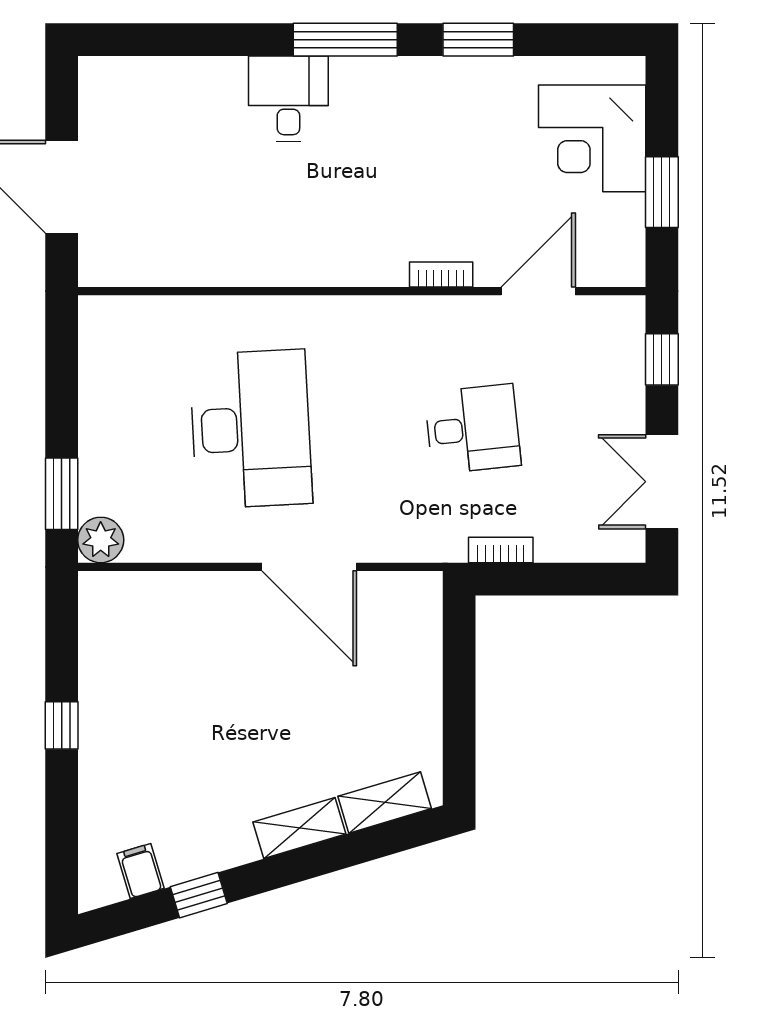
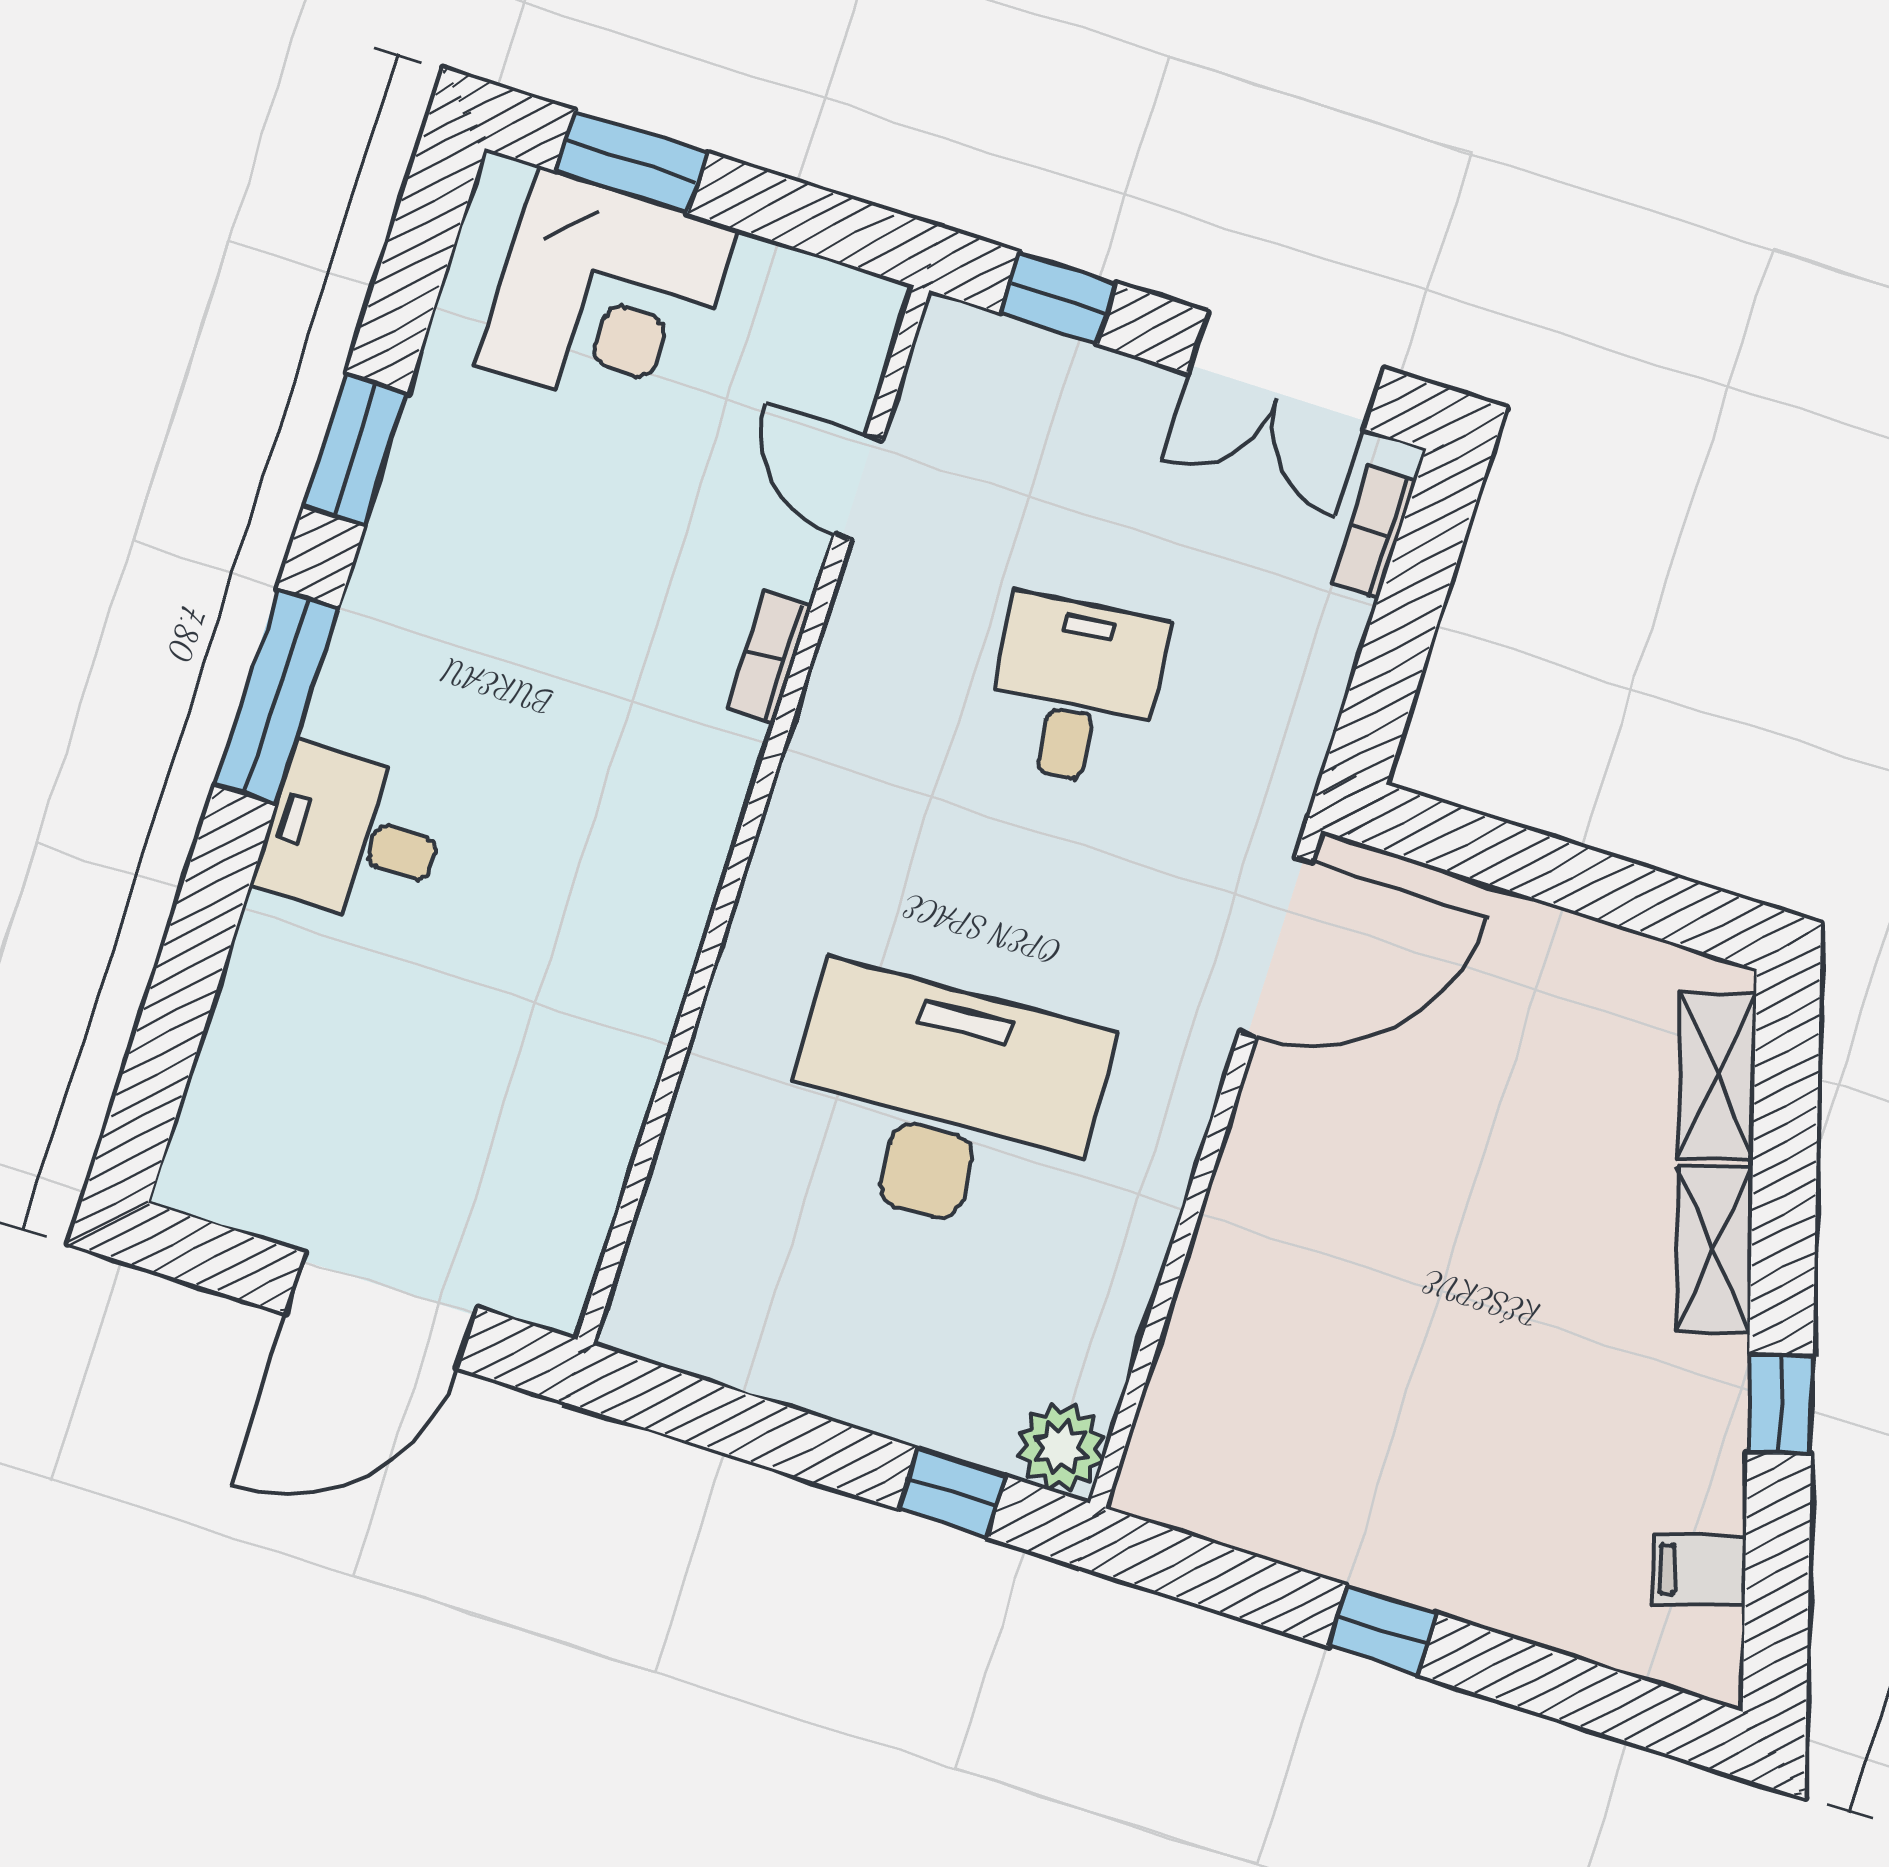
window: (662, 192) -> (631, 162), moved
door: (538, 291) -> (858, 487), width x0.73
window: (62, 494) -> (952, 1493), width x0.67
bookcase: (501, 550) -> (1373, 532), moved
door: (309, 567) -> (1276, 947), moved
window: (199, 895) -> (1780, 1404), moved

